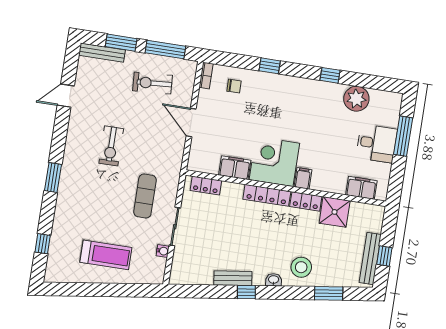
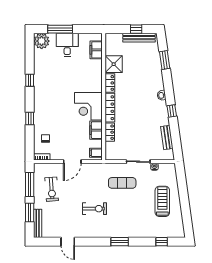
plant: (356, 99) -> (42, 41), moved
filing cabinet: (303, 178) -> (96, 153), moved
locker: (206, 186) -> (110, 132), moved
stool: (301, 267) -> (151, 79), removed
bench: (233, 278) -> (167, 137), moved

